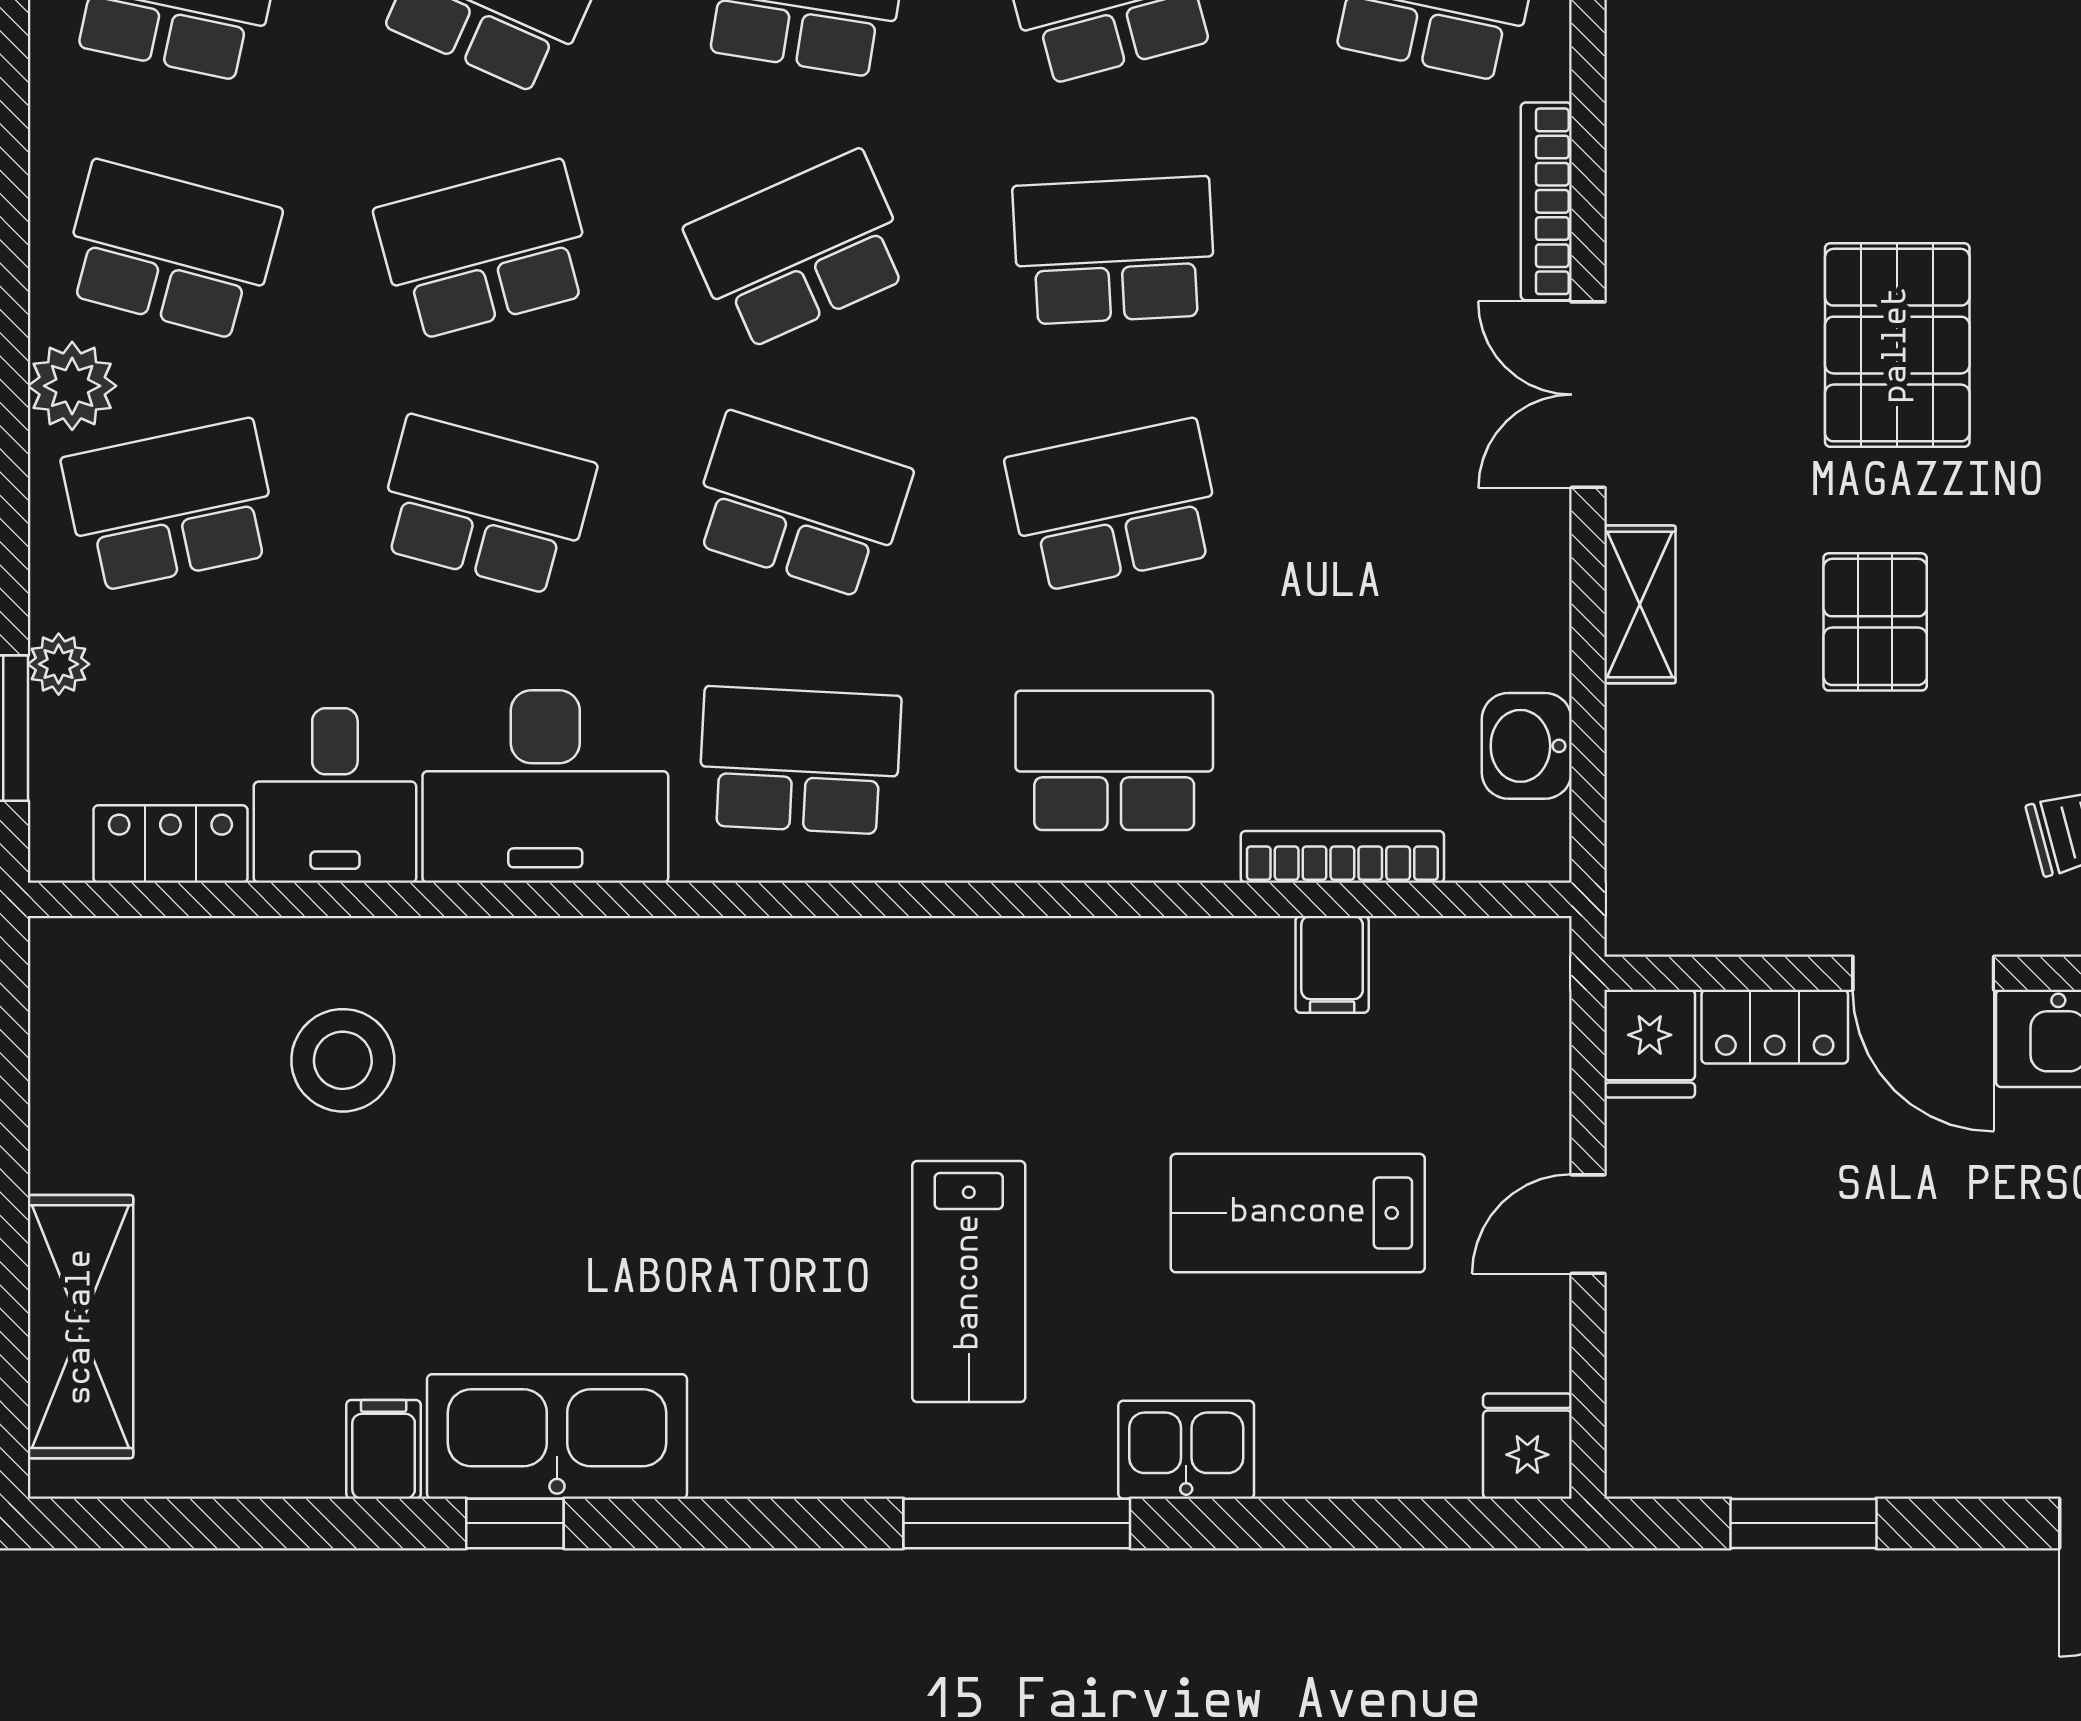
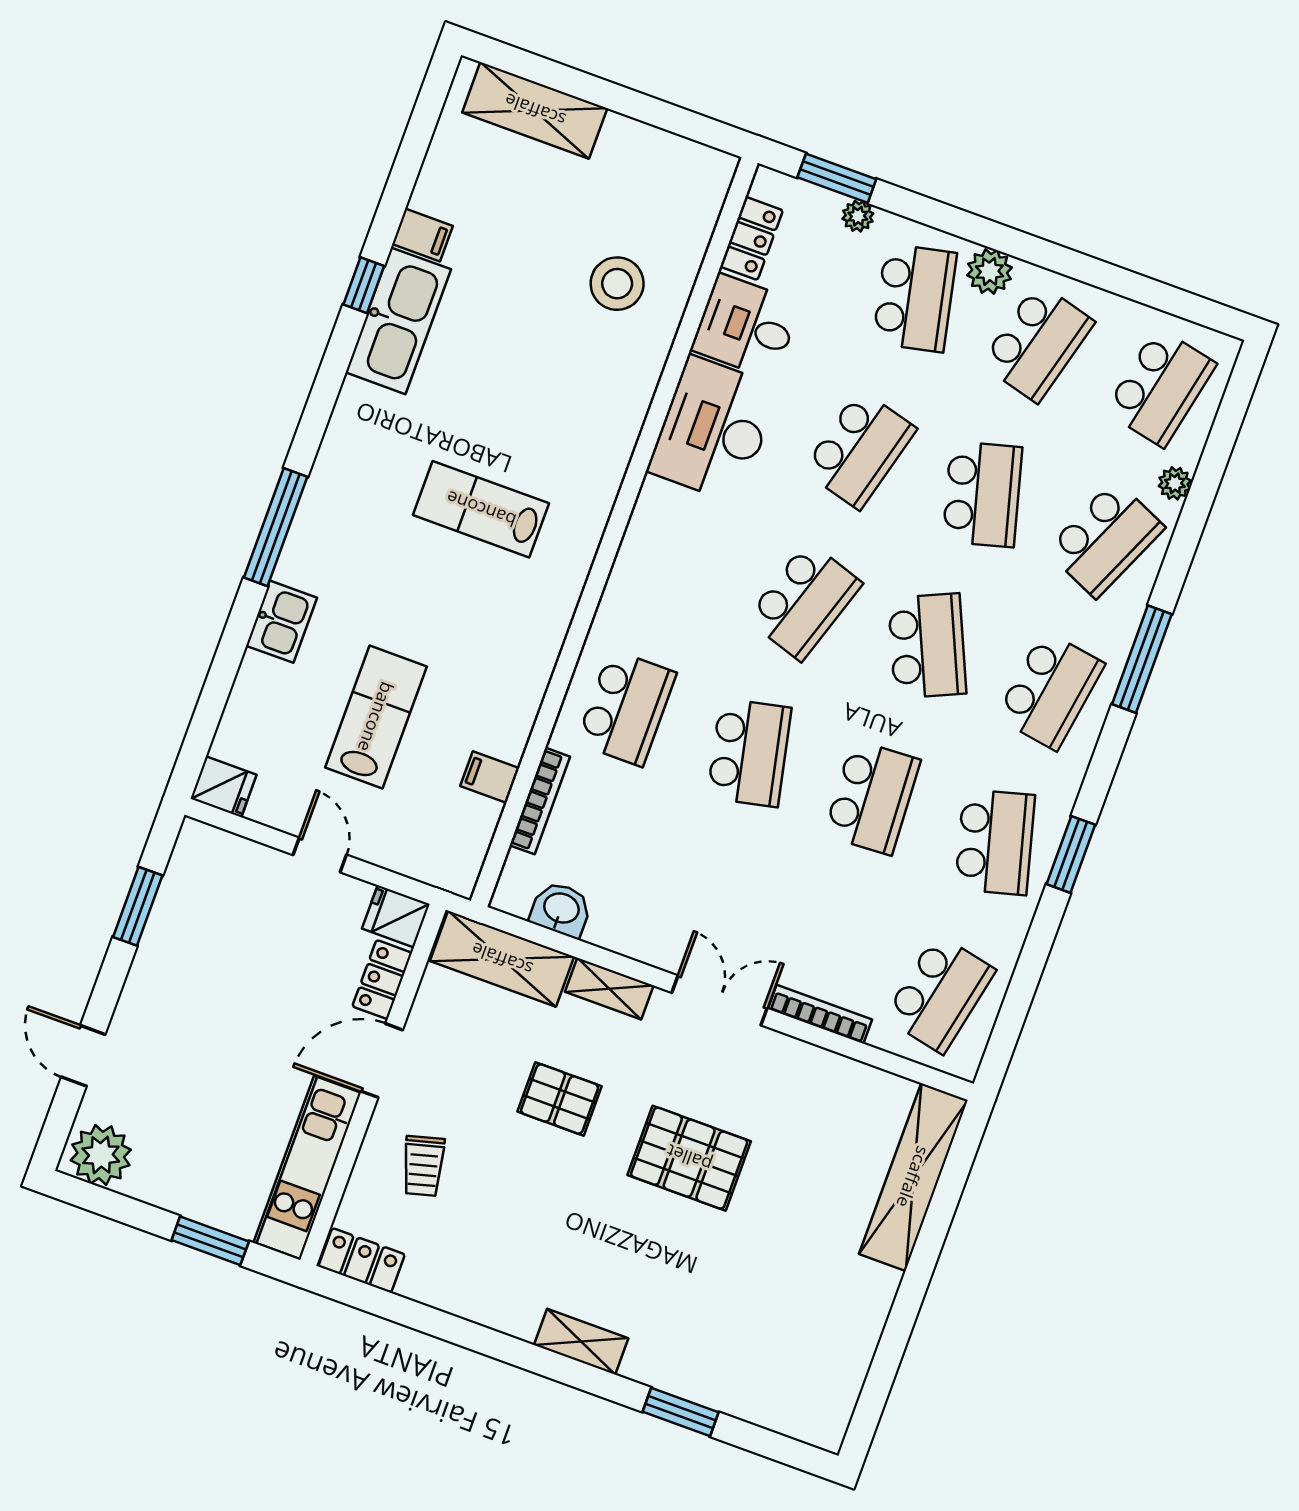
school desk: (800, 760) -> (681, 556), removed
shelving: (1657, 821) -> (502, 959), added
lab bench: (969, 1282) -> (481, 509), moved

